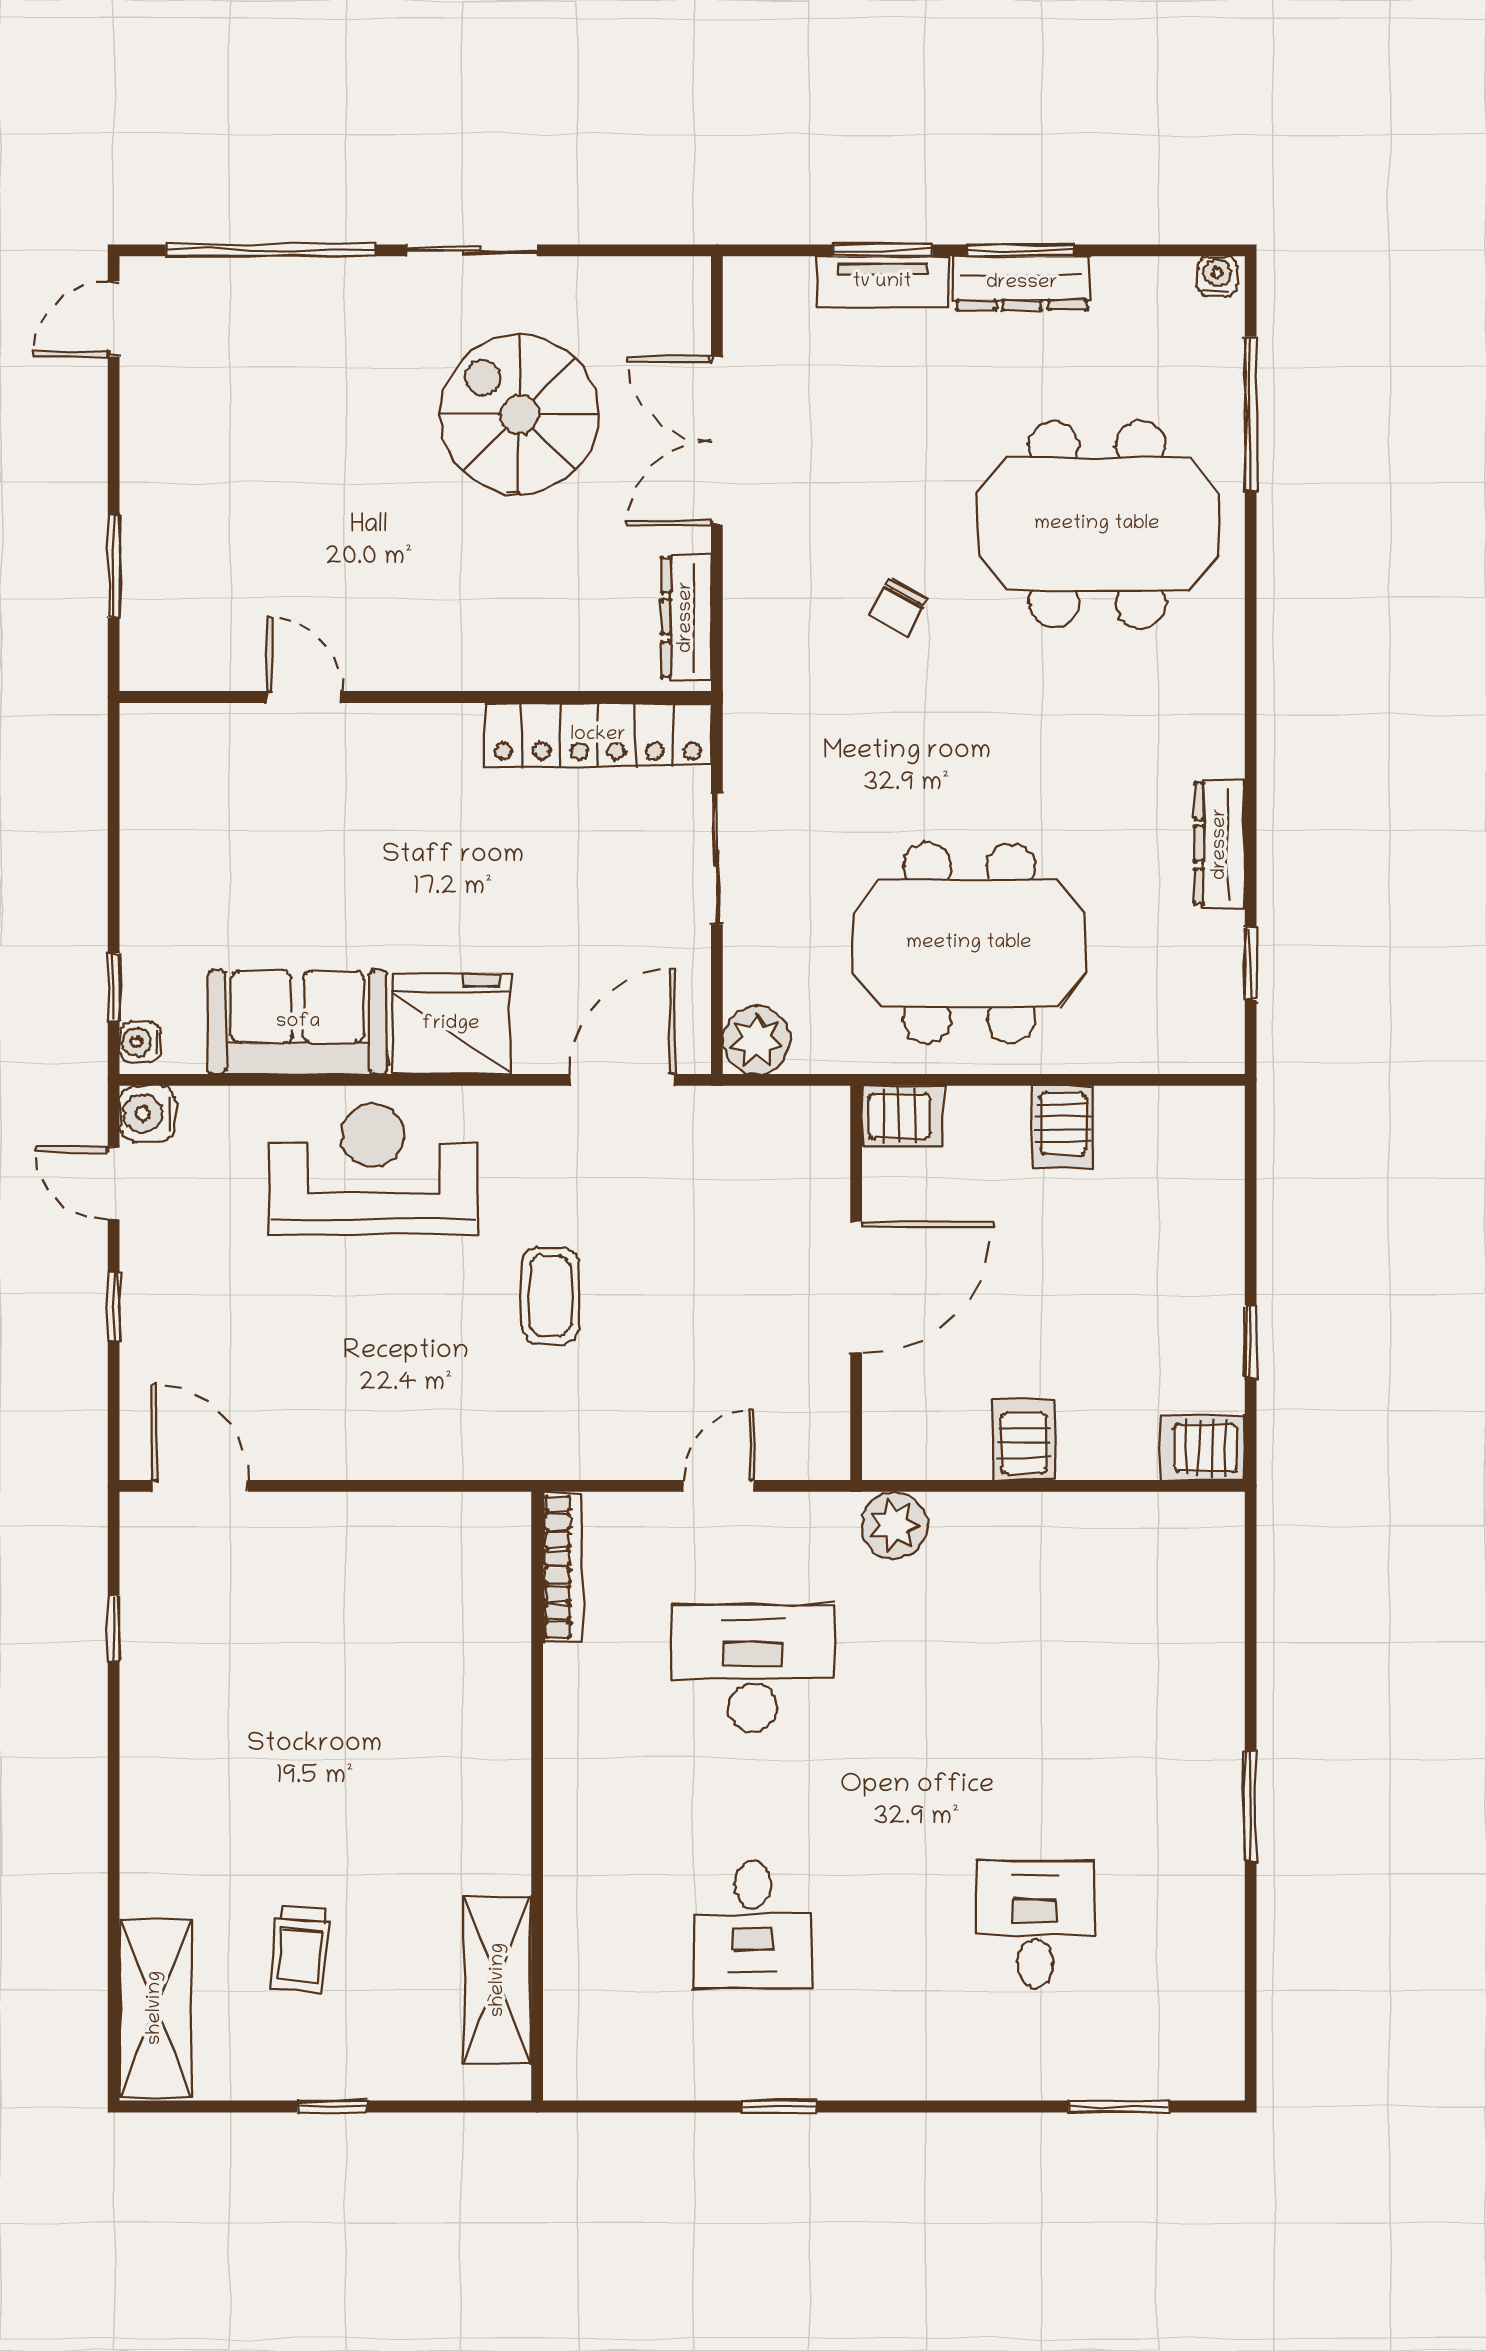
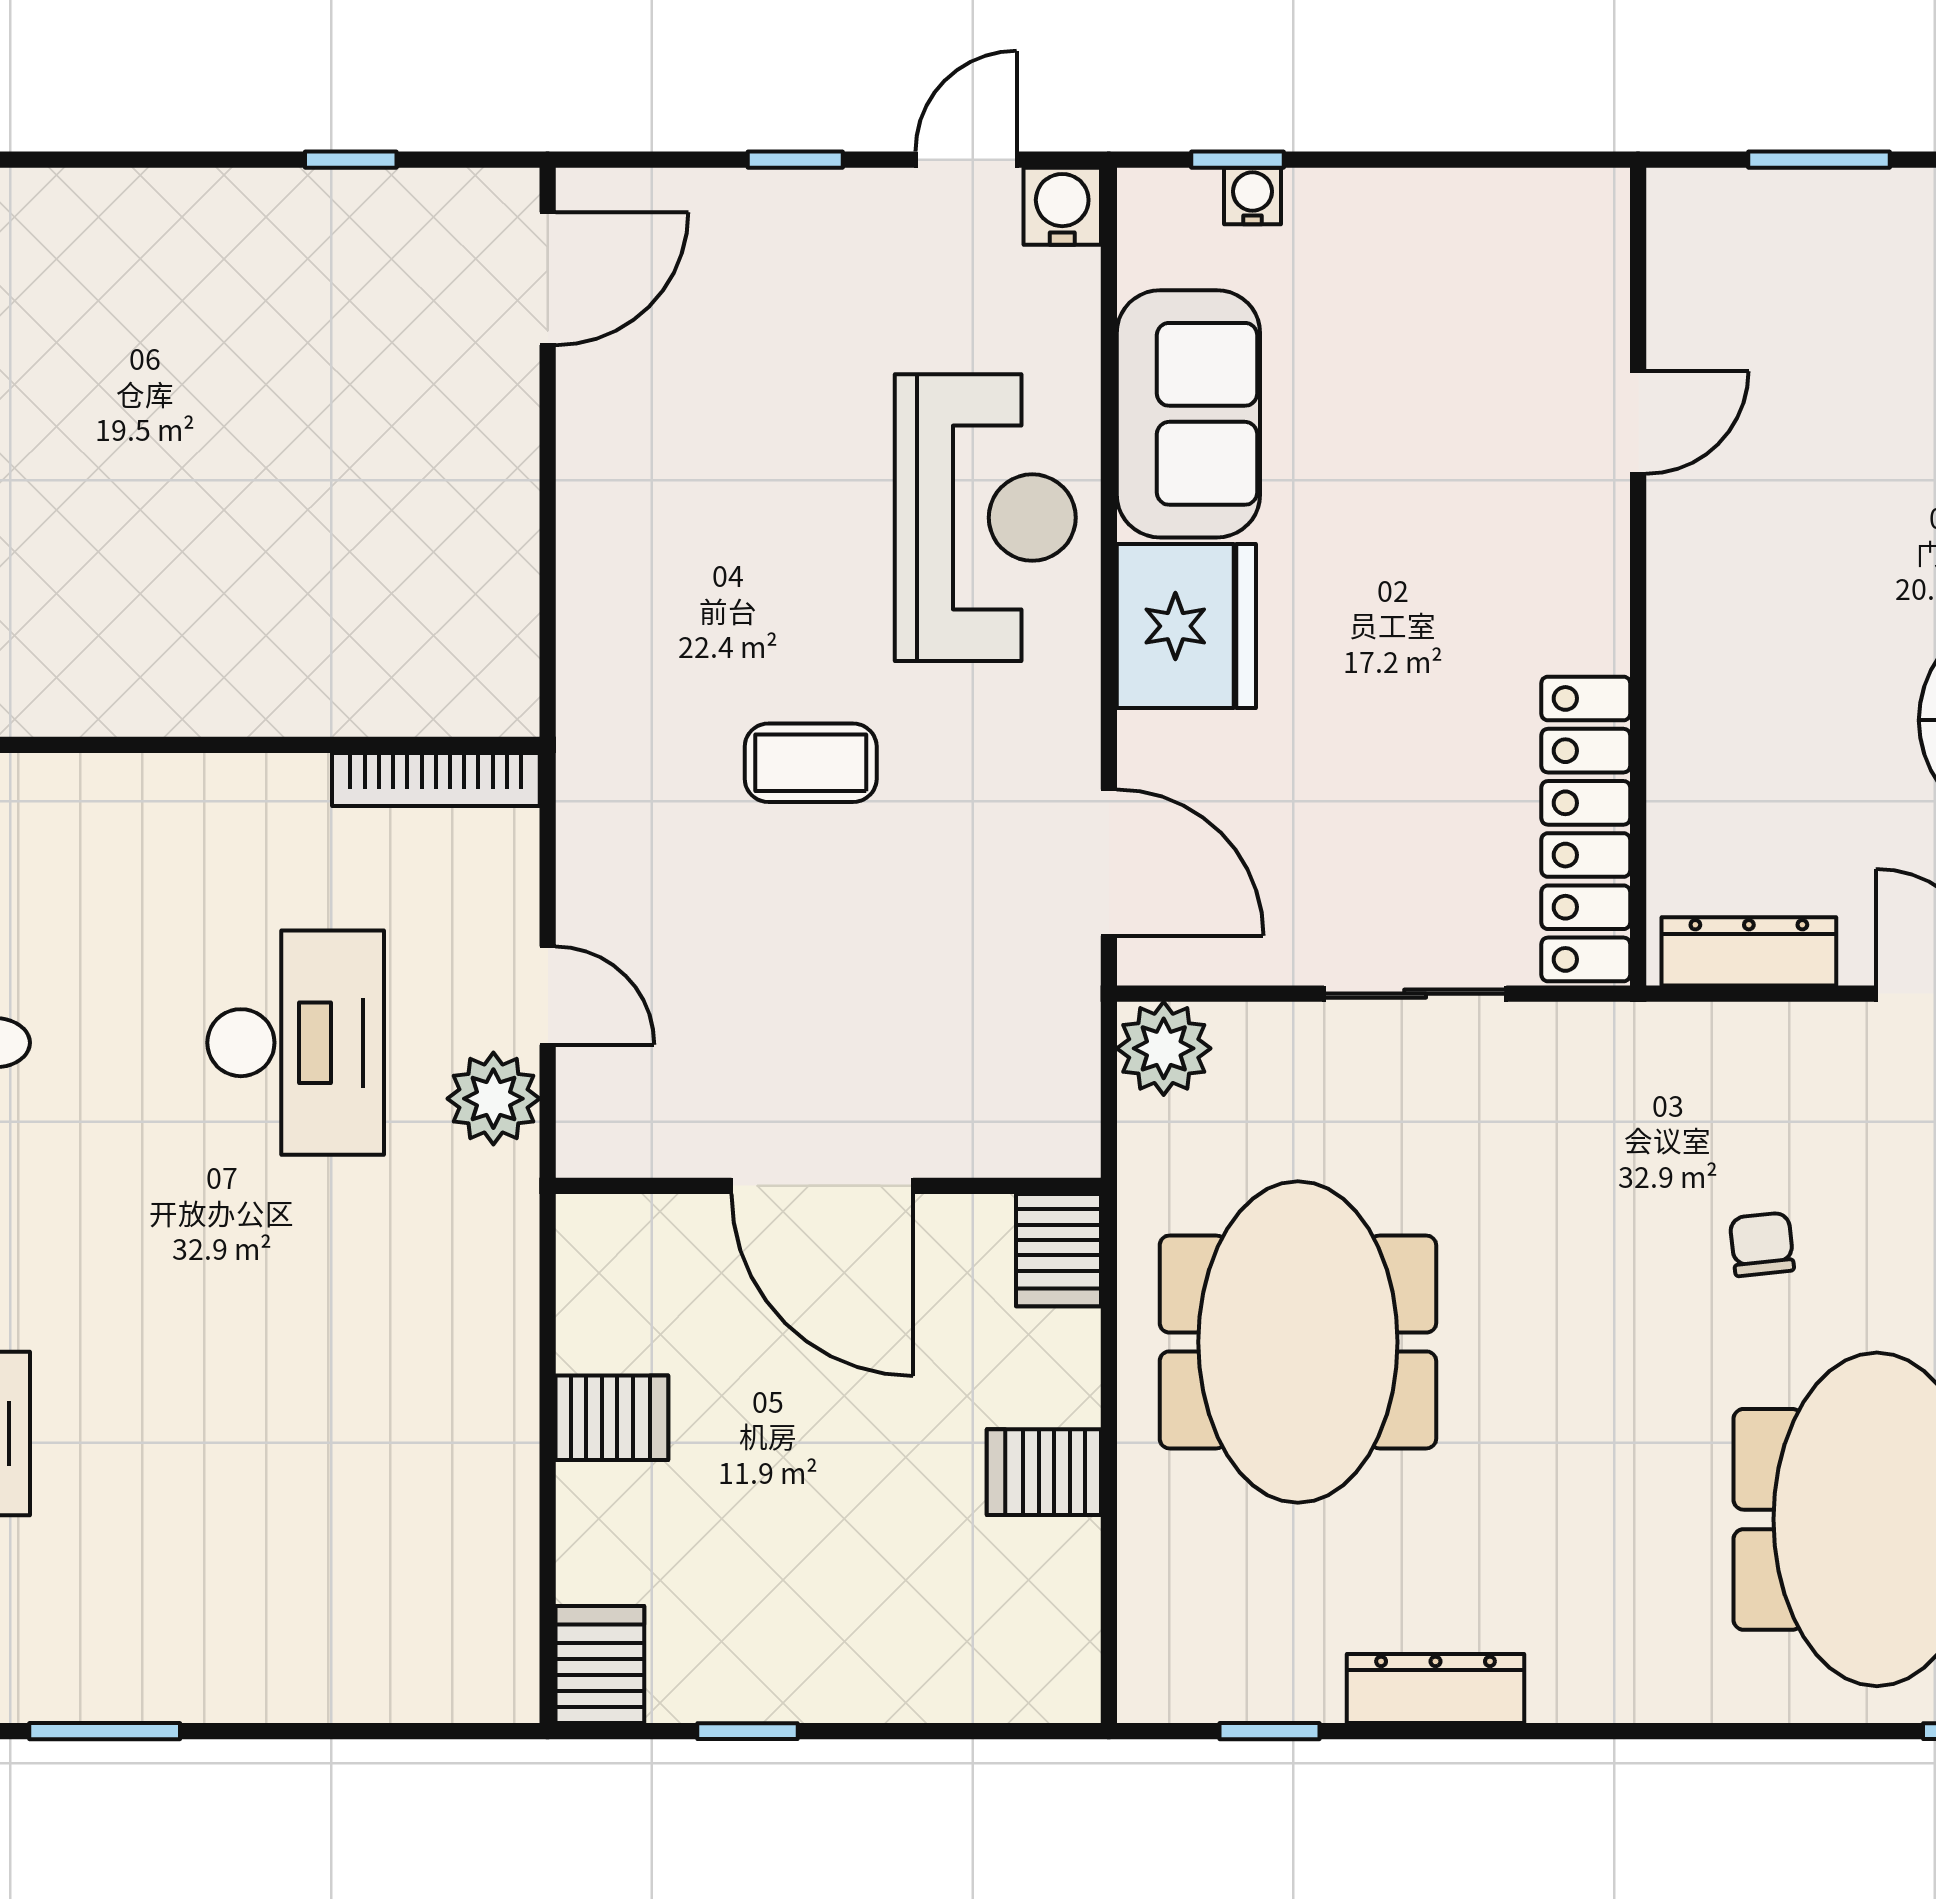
chair: (898, 607) -> (1762, 1244), turned 56
water cooler: (140, 1042) -> (1252, 196), moved
plant: (894, 1525) -> (493, 1099), moved

